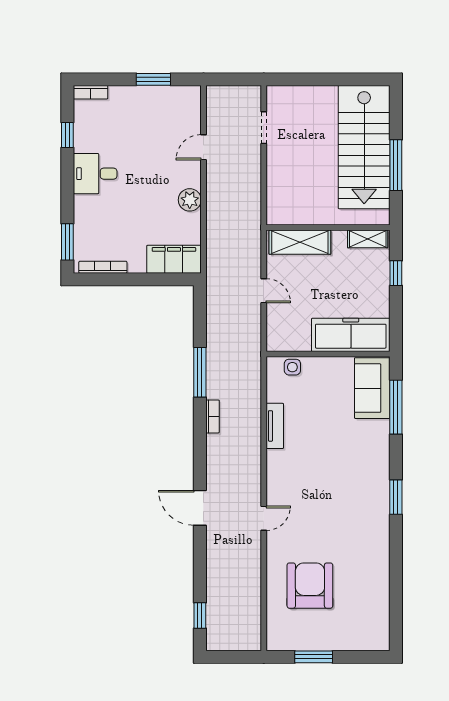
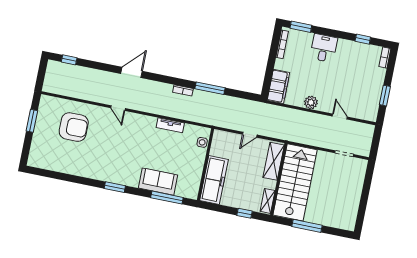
stairs: (364, 147) -> (295, 182), moved, turned 90
desk: (95, 174) -> (324, 48), moved
sofa: (372, 388) -> (158, 182), moved

